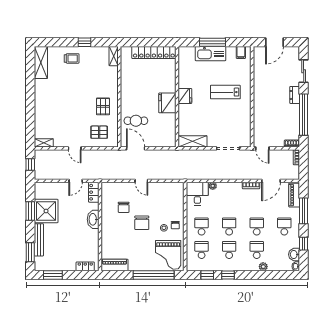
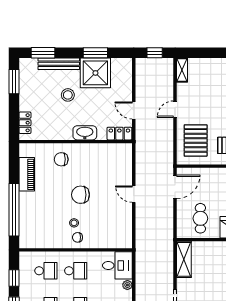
cafe table: (136, 121) -> (200, 218), moved
pallet: (99, 132) -> (196, 140), width x1.50, depth x1.42
door: (141, 181) -> (134, 194), hinge flipped
chair: (124, 207) -> (61, 159), moved
stool: (63, 233) -> (68, 95), added
grand piano: (168, 255) -> (40, 228), removed
piano: (114, 265) -> (27, 174), moved

